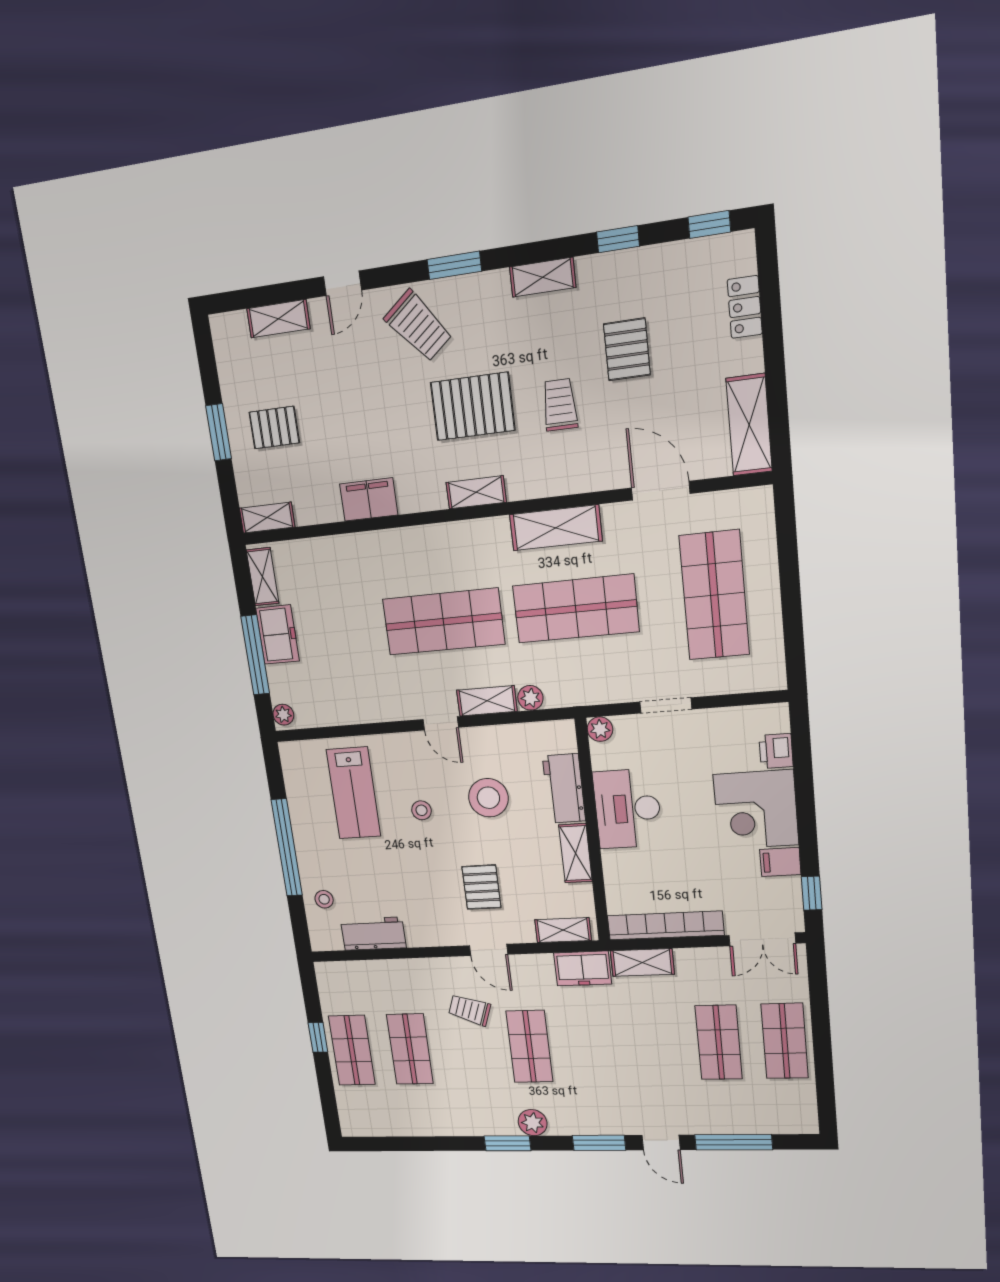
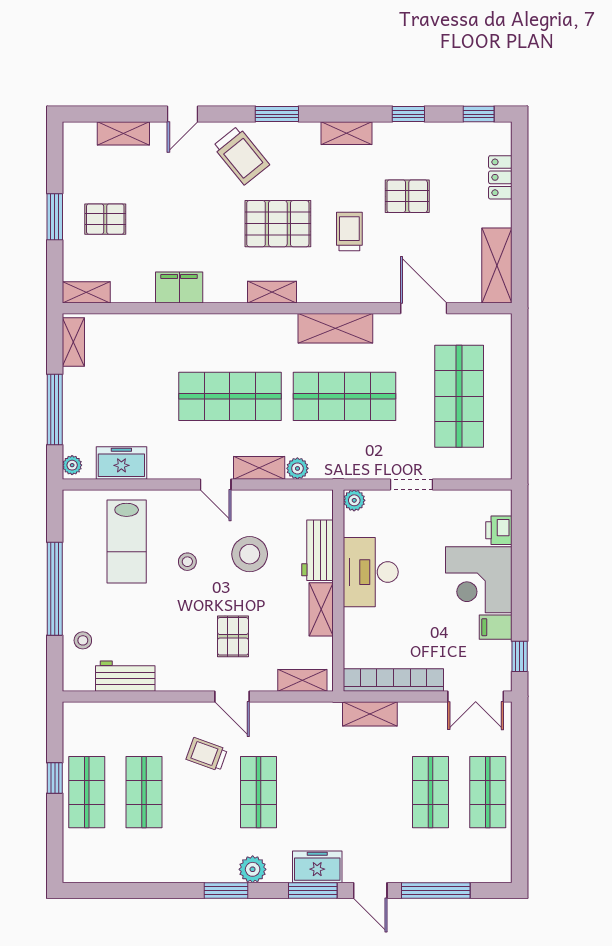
pallet: (627, 349) -> (407, 196), turned 90
freezer: (278, 635) -> (121, 463), moved, turned -90
freezer: (583, 968) -> (317, 867), moved, turned 180

